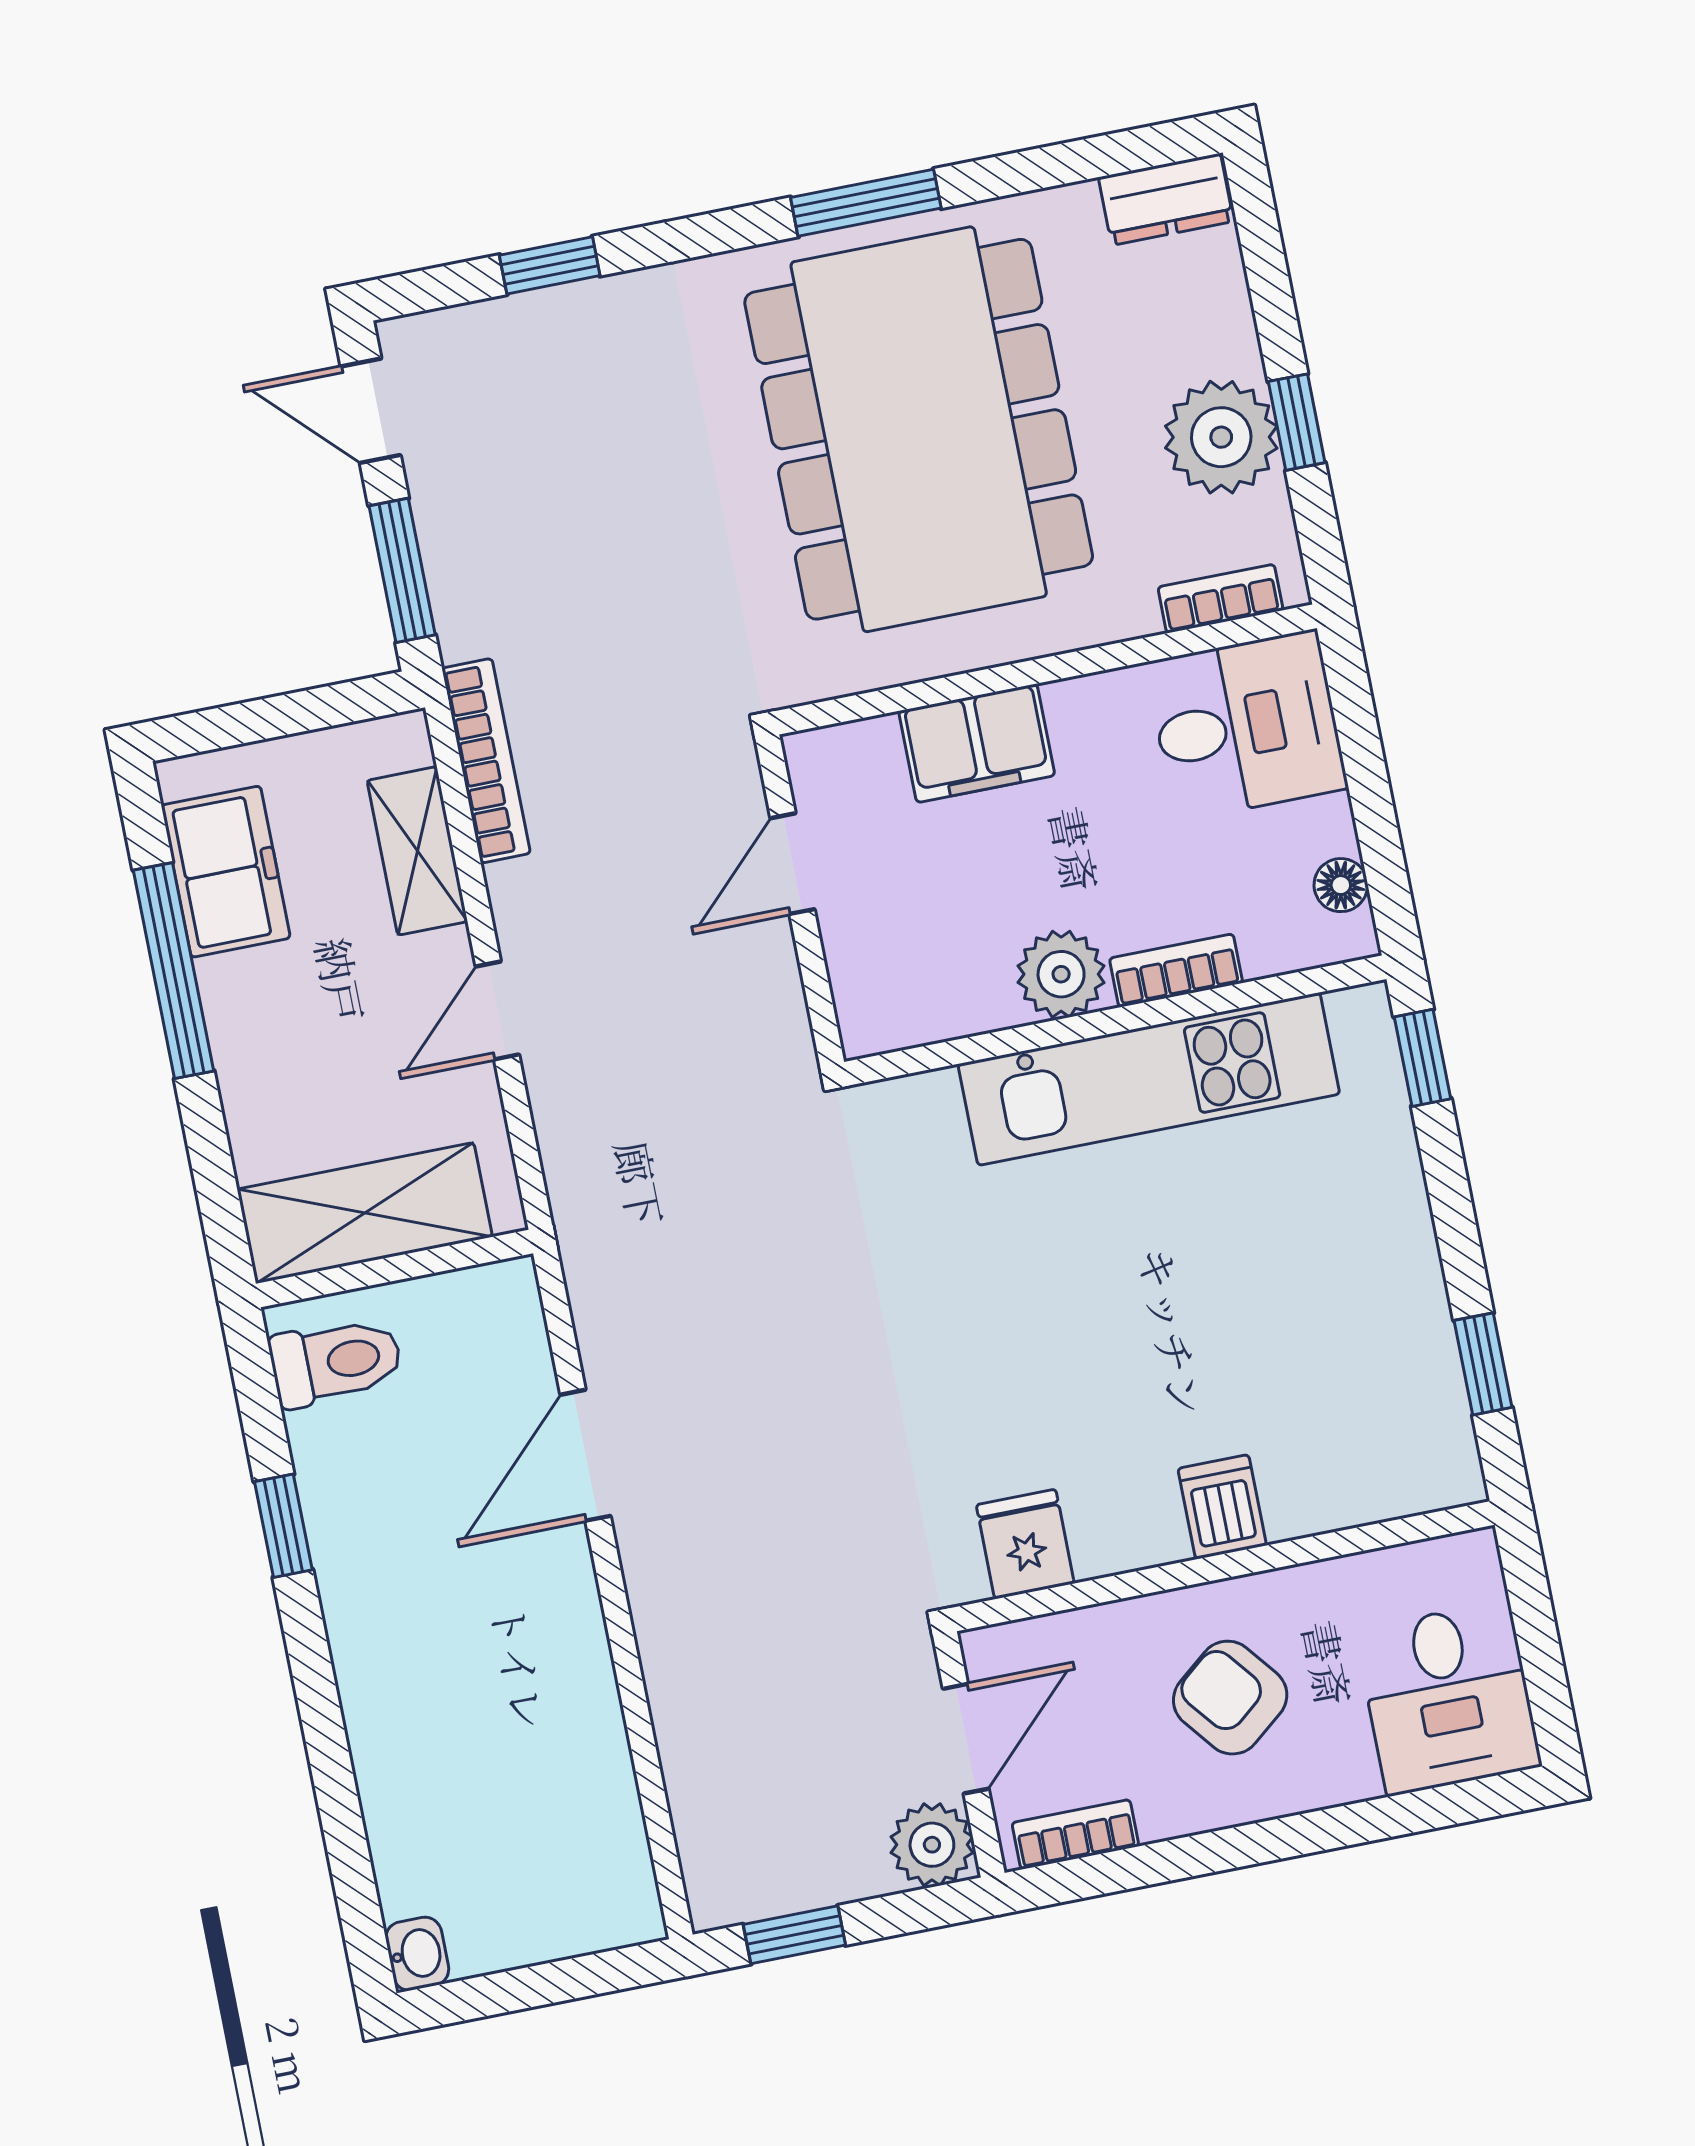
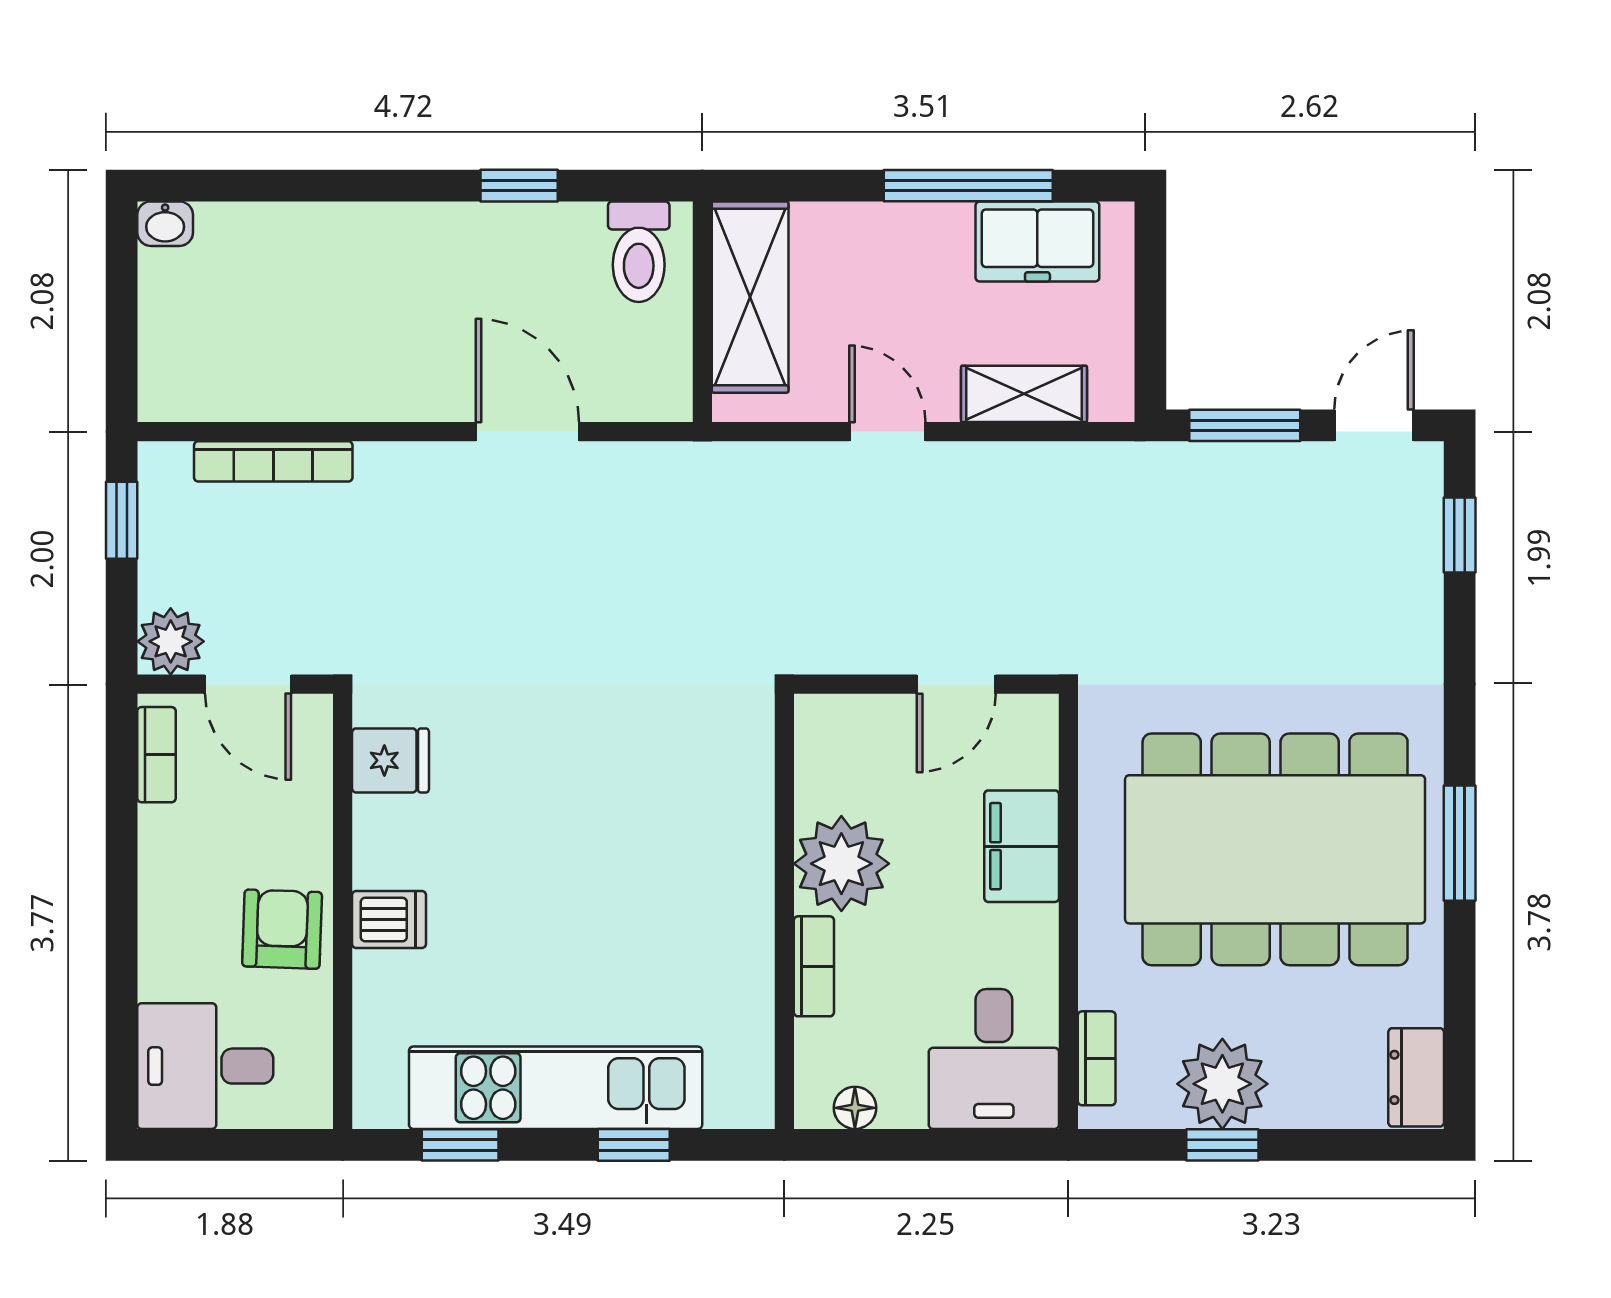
window: (550, 265) -> (1460, 535), moved
bookcase: (486, 761) -> (273, 461), moved
door: (792, 864) -> (956, 684), swing flipped
plant: (1061, 974) -> (841, 864), width x1.36, depth x1.36
window: (1422, 1058) -> (634, 1145), moved
kitchen unit: (1149, 1079) -> (556, 1088), moved, turned 90
armchair: (1230, 1698) -> (282, 929), moved, turned -49

